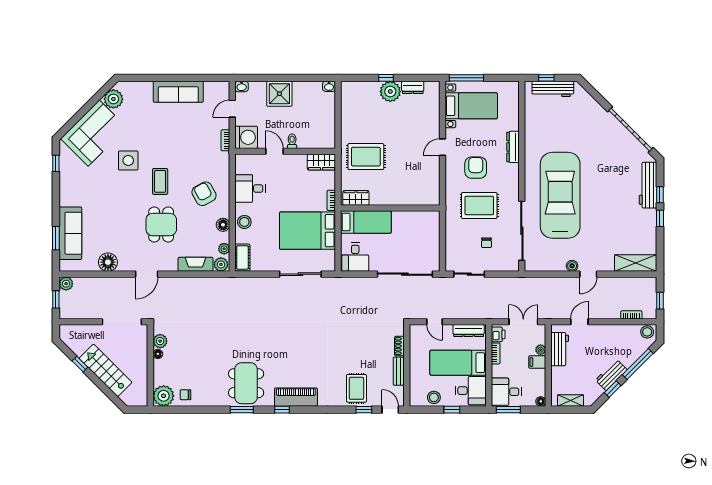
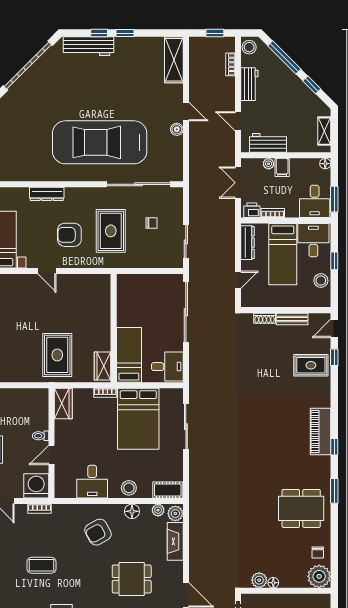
coffee table: (160, 181) -> (42, 565), moved
workbench: (611, 375) -> (249, 84), moved, turned -135
dining table: (246, 383) -> (301, 508), moved

